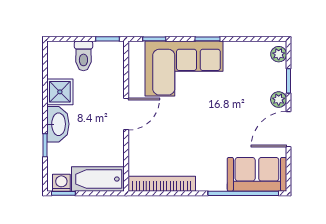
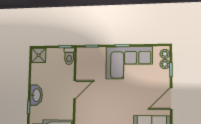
toilet: (83, 56) -> (69, 56), moved
corner sofa: (184, 69) -> (129, 63), moved
shower: (60, 92) -> (39, 55), moved
plant: (279, 100) -> (165, 64), moved

